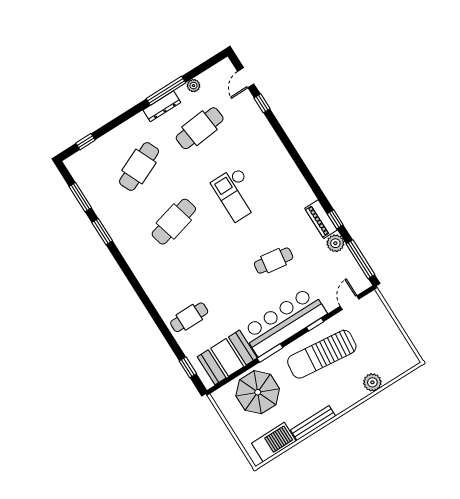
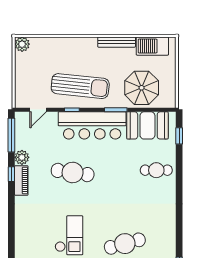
cafe table: (274, 261) -> (73, 173), width x1.37, depth x1.35
plant: (372, 382) -> (22, 44), moved

